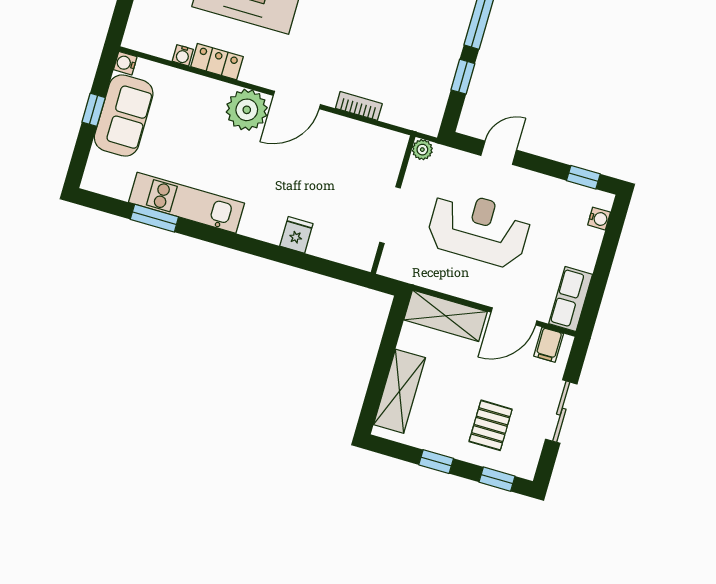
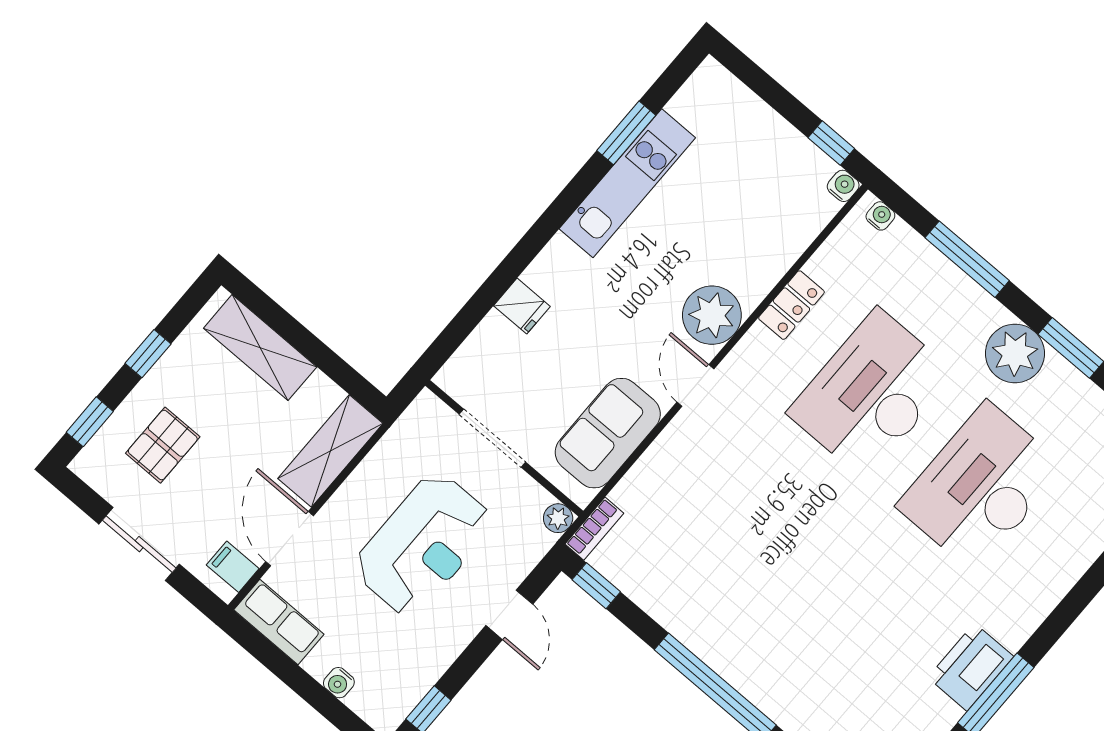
water cooler: (183, 55) -> (880, 216), moved, turned 90
window: (463, 77) -> (596, 586), moved
door: (297, 100) -> (695, 385), width x0.73
bookcase: (359, 106) -> (594, 529), moved
window: (94, 110) -> (831, 143), moved
sofa: (124, 116) -> (608, 433), moved, turned 90
water cooler: (599, 219) -> (339, 683), moved
pallet: (491, 425) -> (163, 445), turned 90

